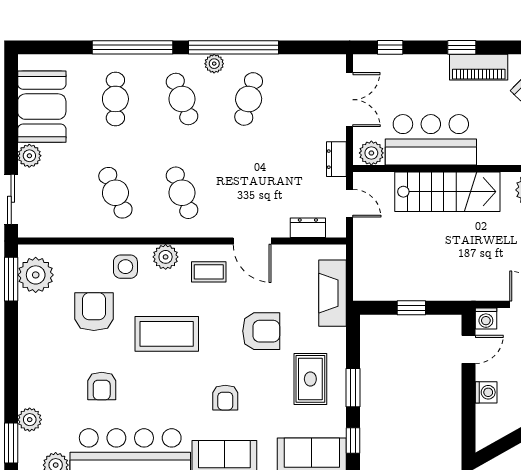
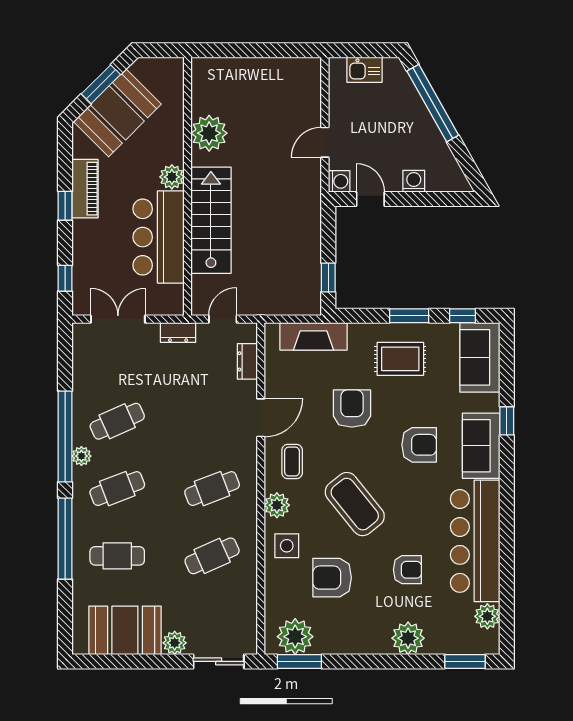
cafe table: (249, 99) -> (117, 421), turned -39
plant: (371, 153) -> (172, 177), moved
window: (411, 308) -> (328, 277), moved
coffee table: (167, 334) -> (355, 504), turned -39
armchair: (225, 398) -> (419, 445), width x1.38, depth x1.38
plant: (30, 420) -> (408, 638), moved, width x1.36, depth x1.36

